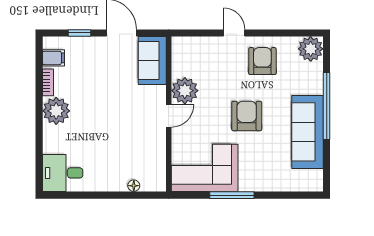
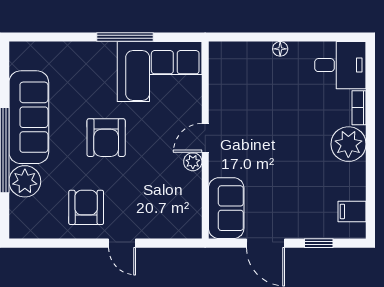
plant: (311, 49) -> (25, 181), moved
armchair: (262, 61) -> (86, 207), turned 180
bookcase: (48, 82) -> (359, 108), moved
plant: (185, 91) -> (193, 162), width x0.53, depth x0.53
floor lamp: (134, 186) -> (280, 49), moved

